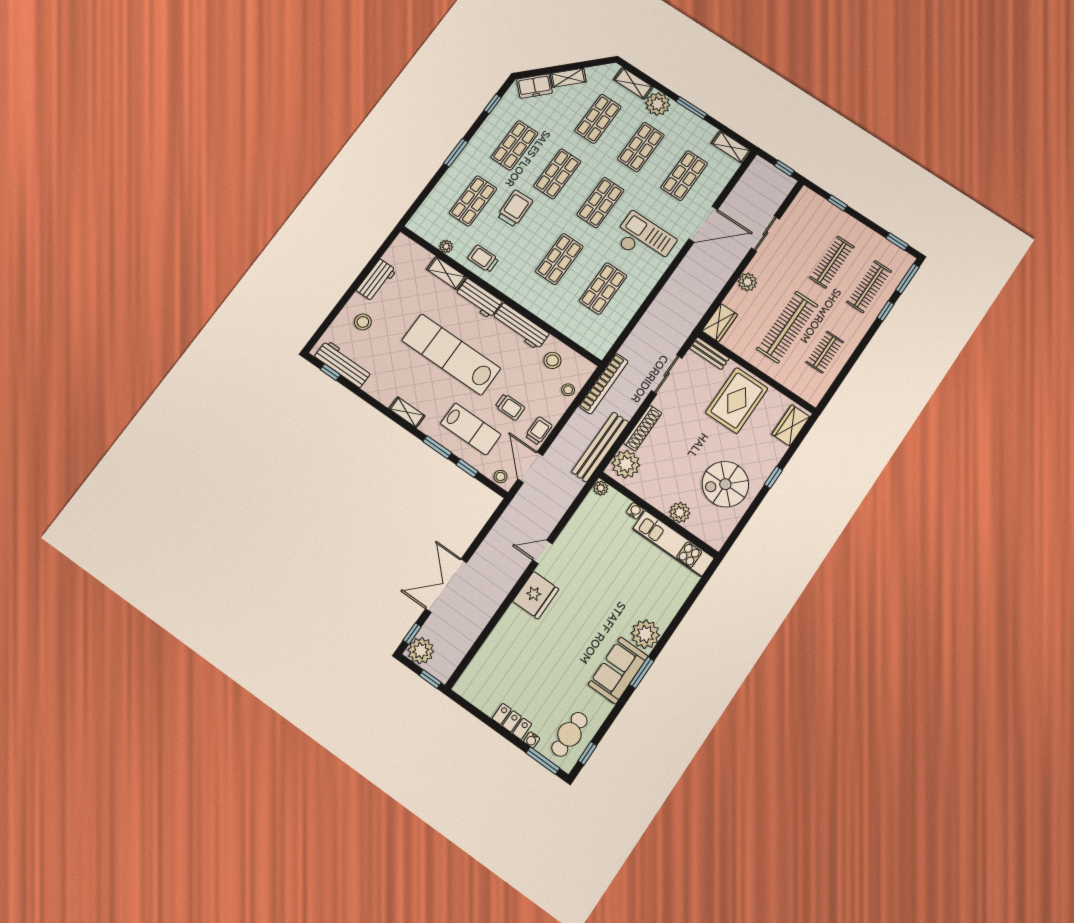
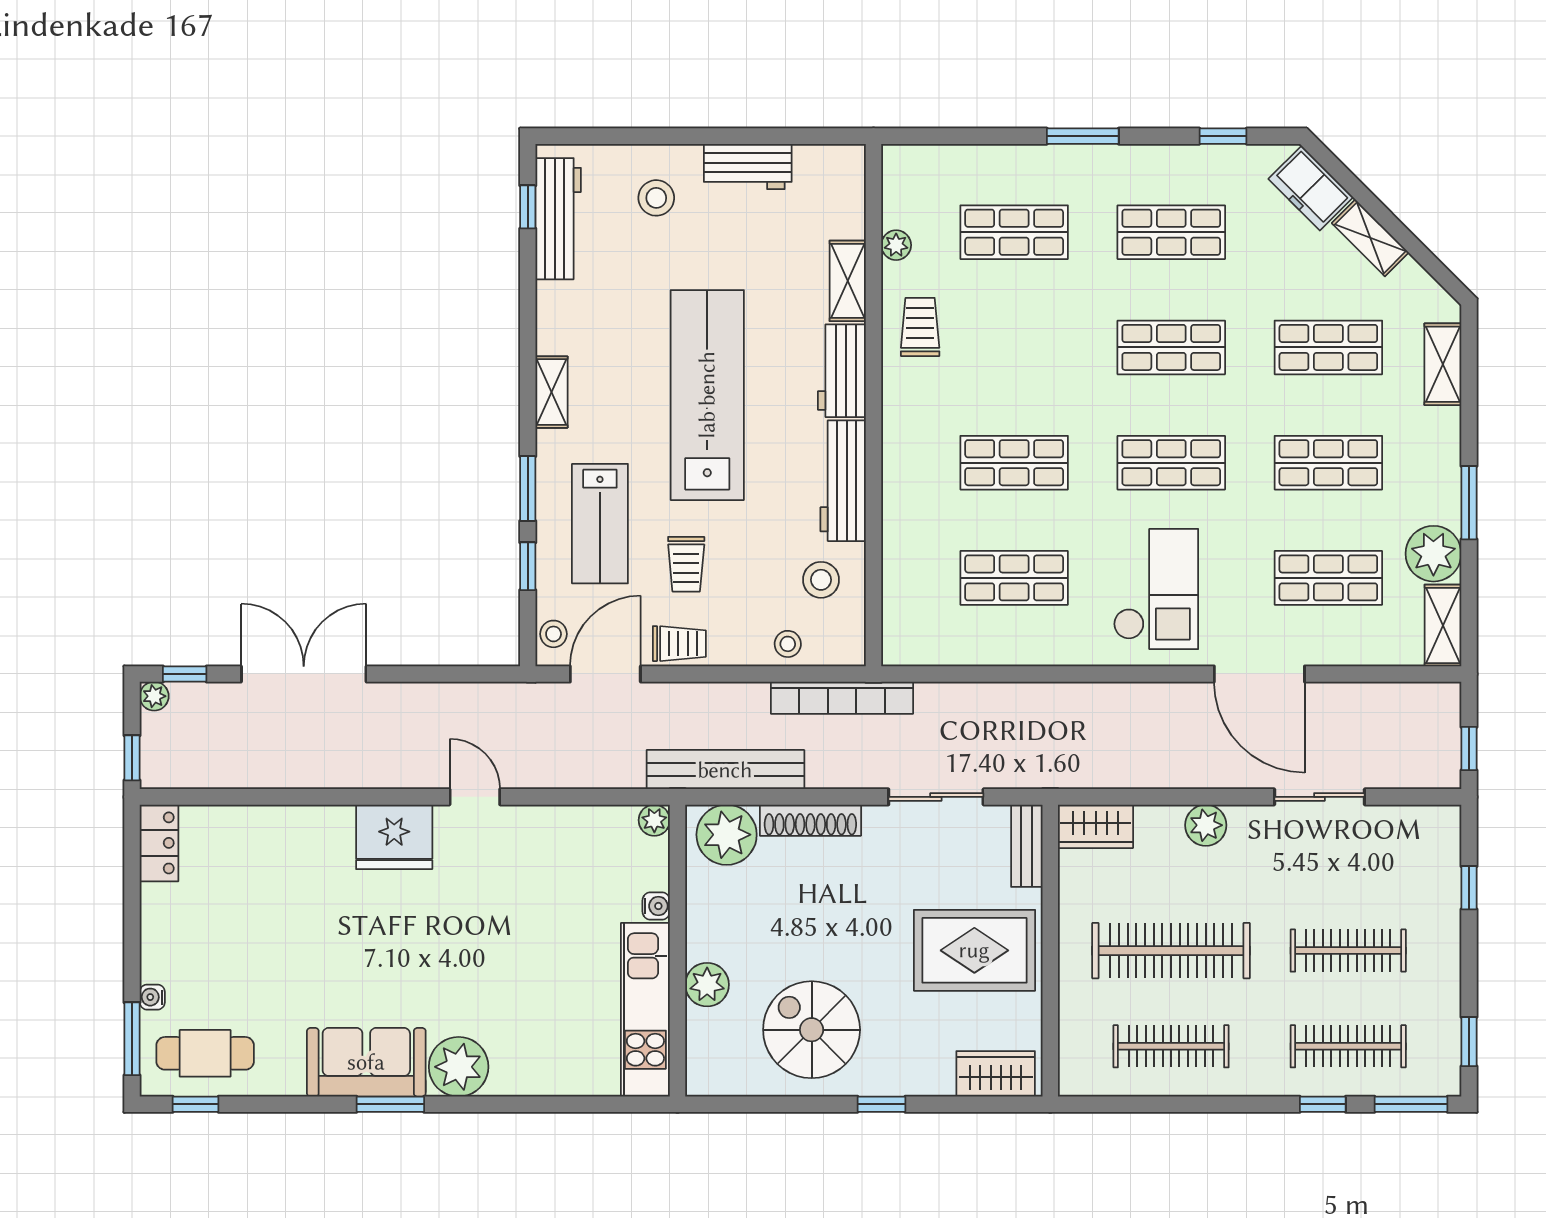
plant: (658, 104) -> (1433, 554), moved
trolley: (515, 208) -> (1053, 317), removed
clothes rail: (825, 352) -> (1171, 1046), width x1.36
plant: (421, 651) -> (154, 696), width x0.53, depth x0.53
locker: (512, 721) -> (159, 843), moved

